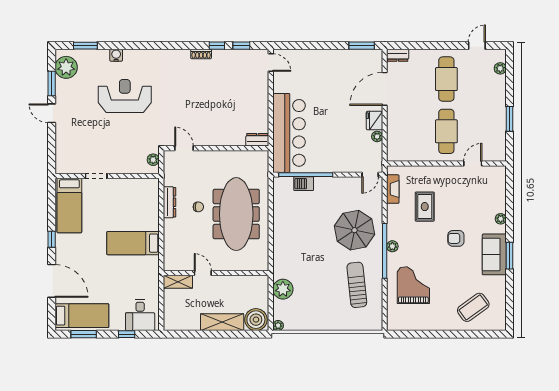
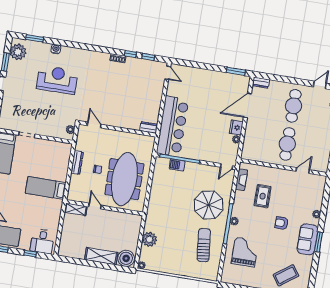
door: (203, 273) -> (95, 206), moved
wall: (216, 273) -> (105, 208), moved
shelving: (178, 282) -> (76, 209), moved

